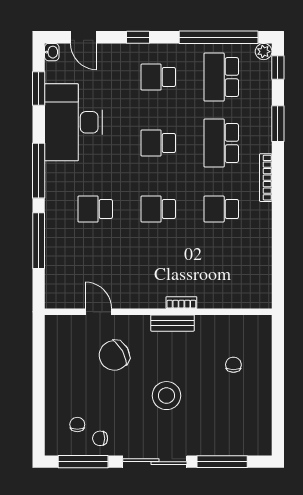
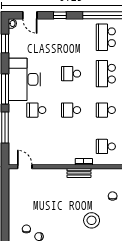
school desk: (158, 77) -> (106, 146), moved
desk: (74, 122) -> (24, 79), moved
door: (98, 312) -> (25, 167), moved
chair: (114, 355) -> (47, 191), removed
stool: (166, 396) -> (92, 220), moved

